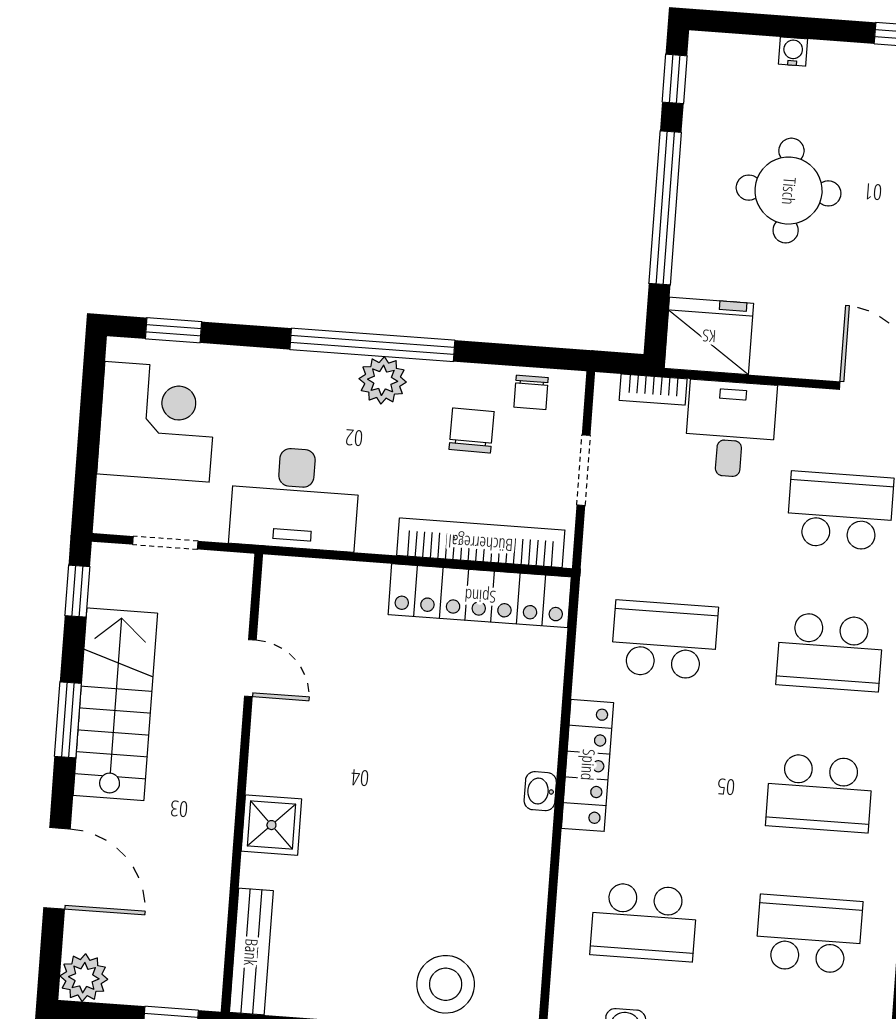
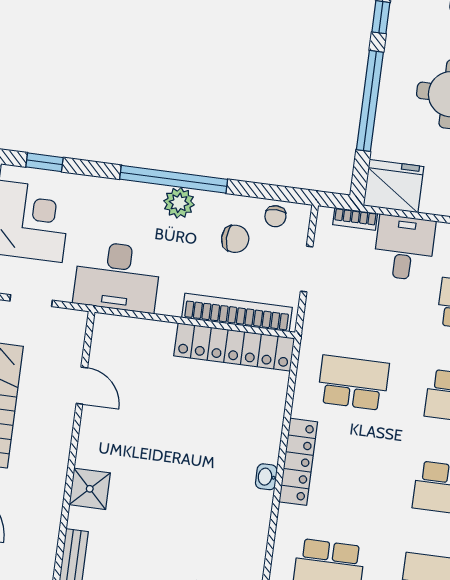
chair: (472, 430) -> (235, 239), turned 89

